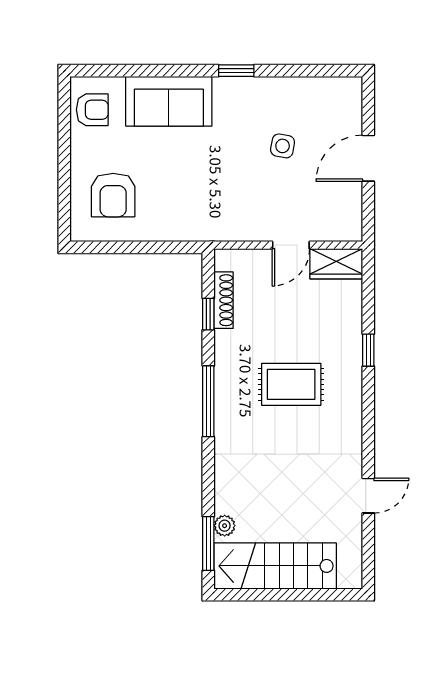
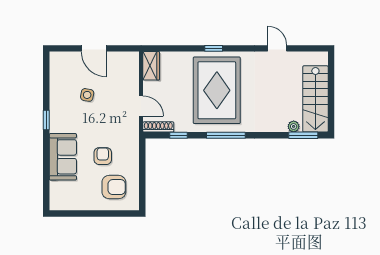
armchair: (92, 110) -> (103, 156), moved
door: (291, 245) -> (141, 106), moved
shoe rack: (224, 300) -> (158, 127), moved
window: (368, 350) -> (214, 48), moved
rug: (291, 384) -> (217, 90), width x1.86, depth x2.06

